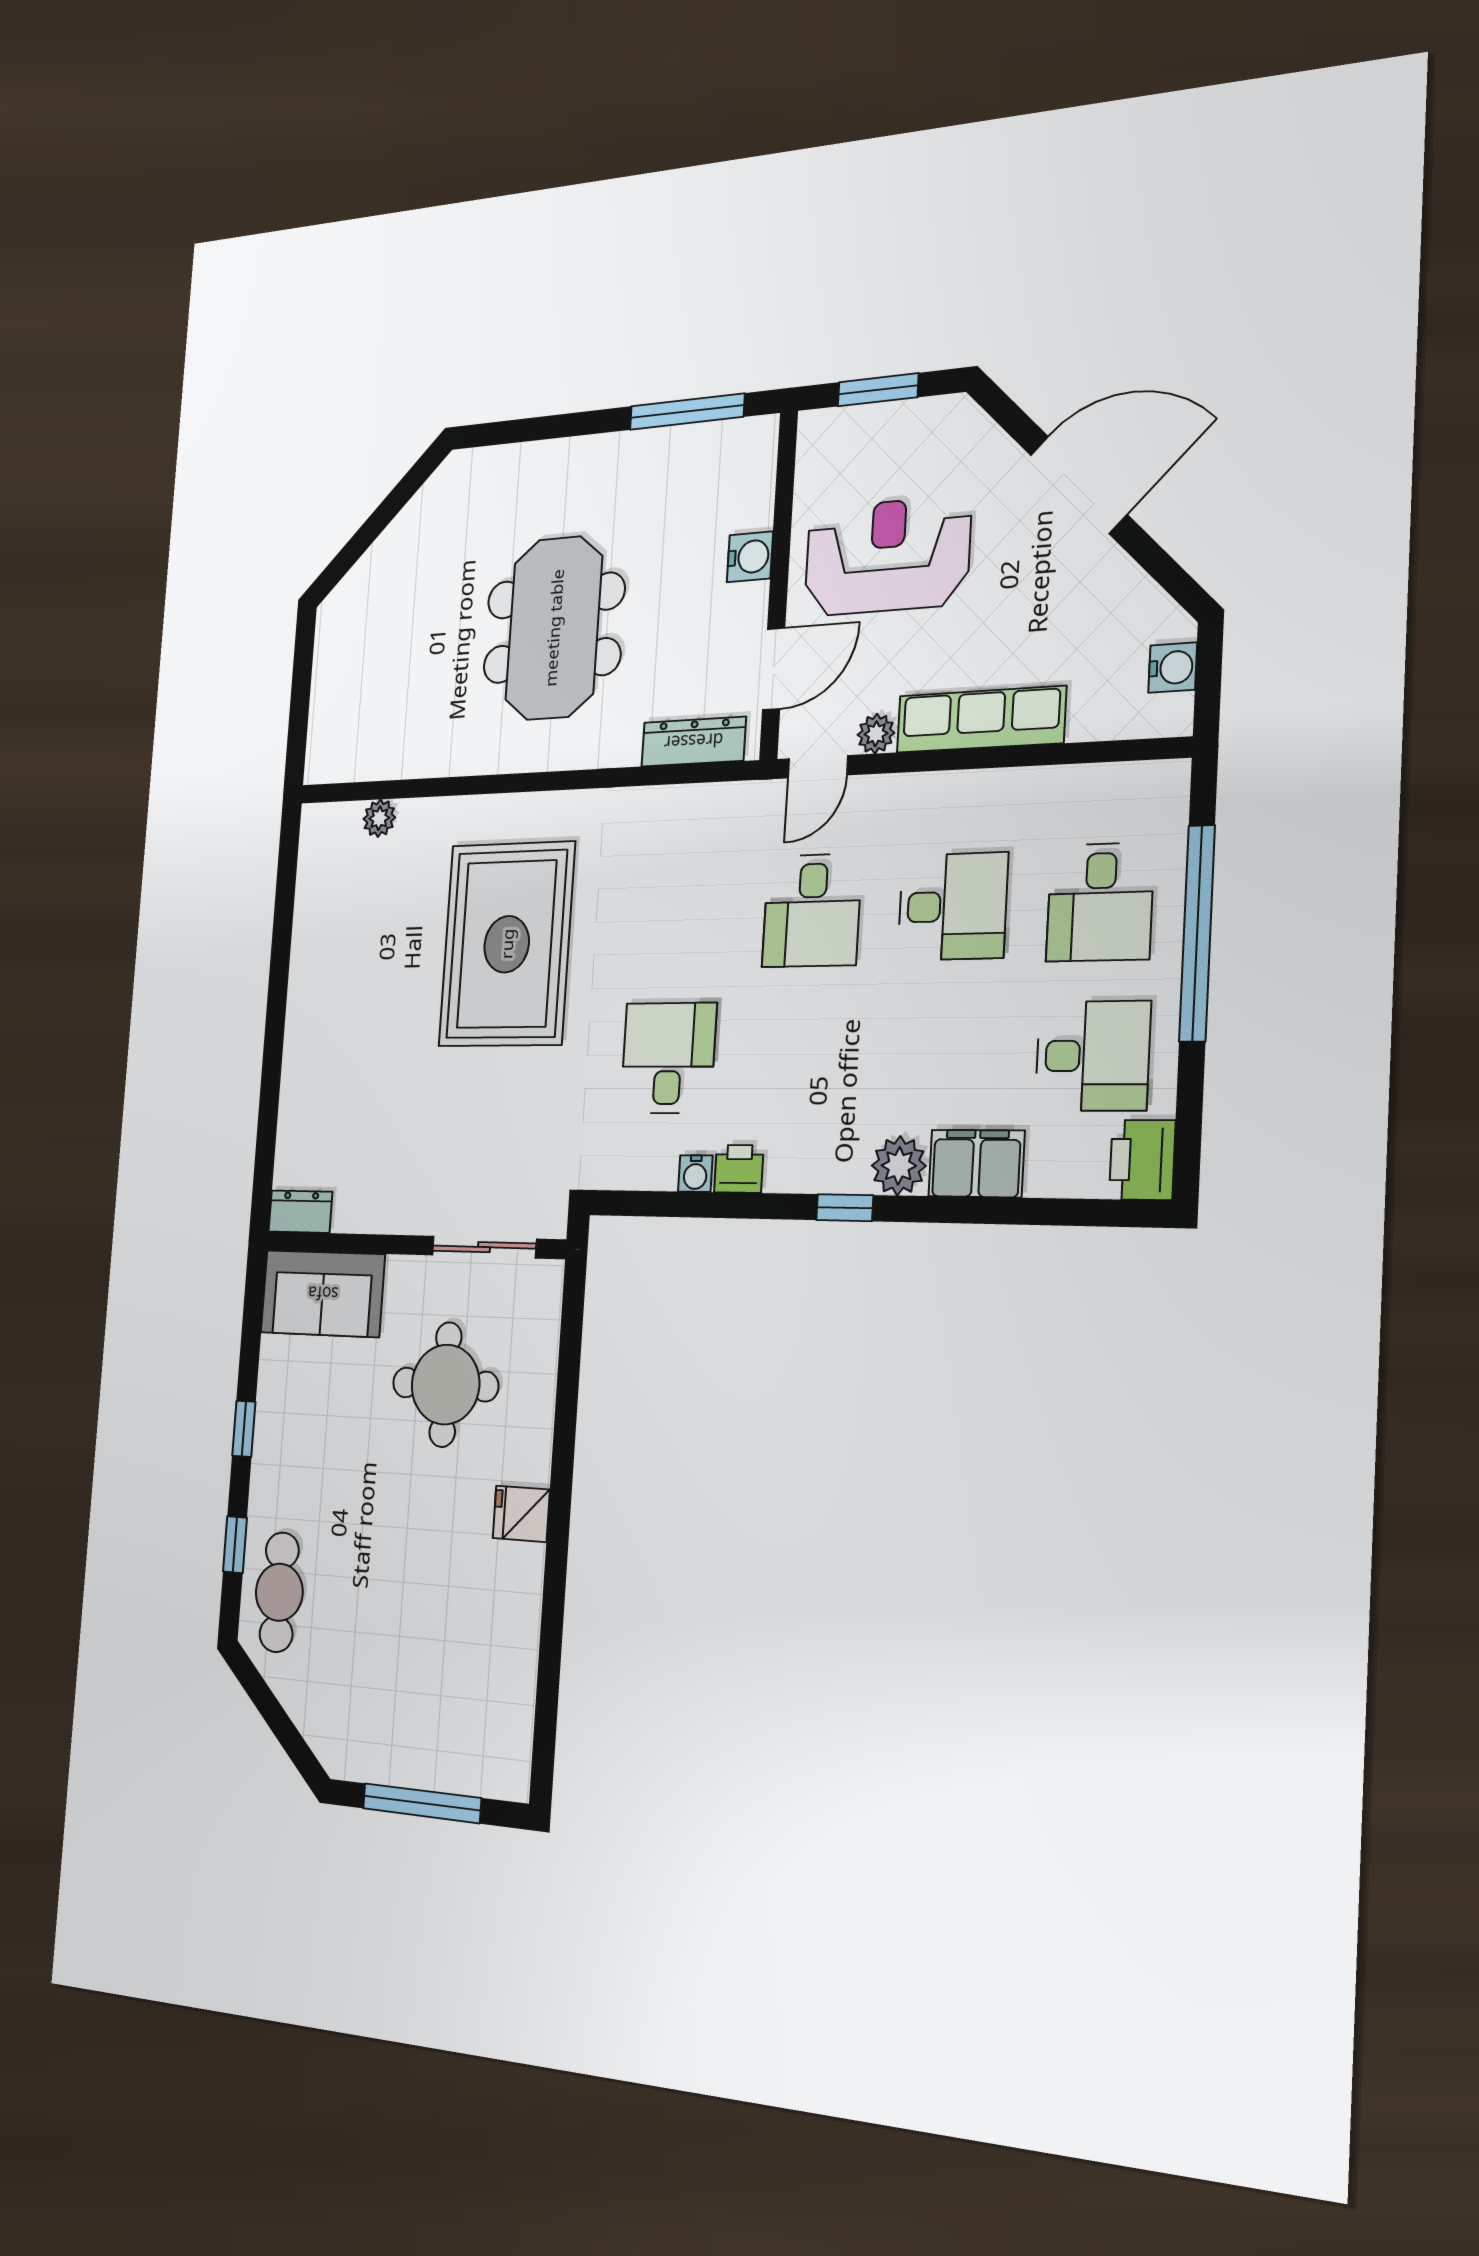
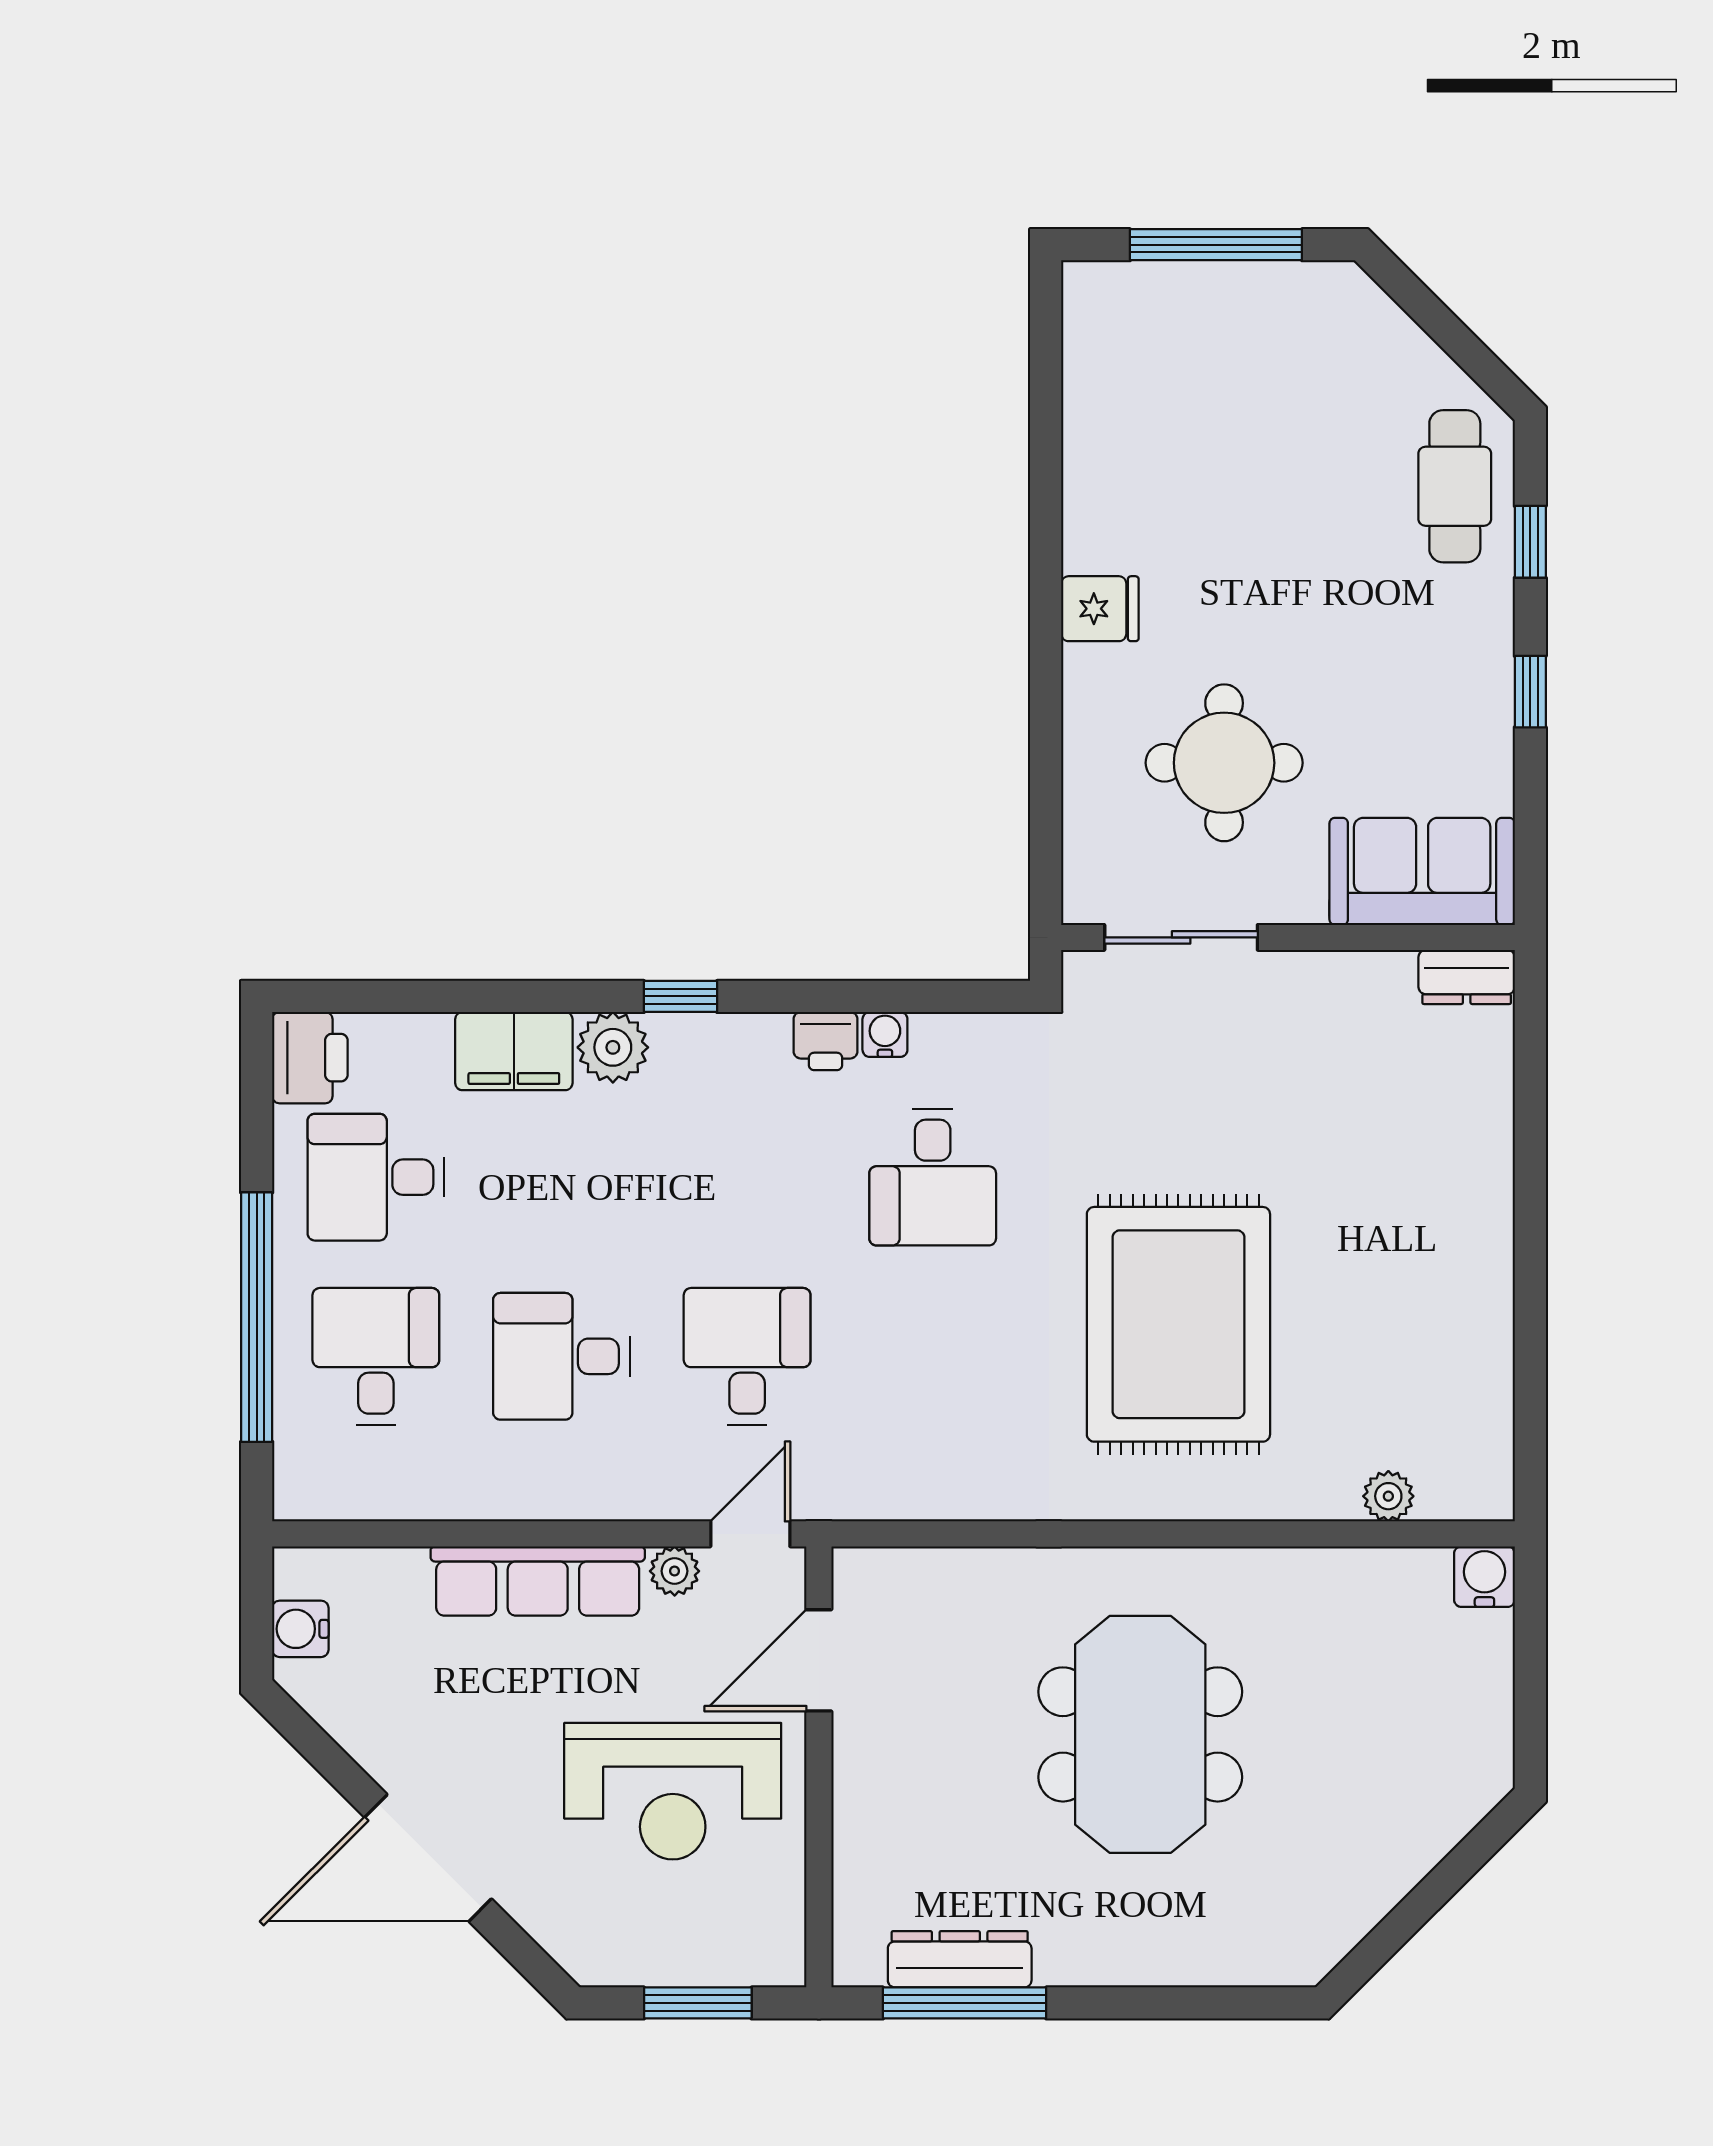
water cooler: (750, 557) -> (1484, 1577), moved, turned 90
dresser: (693, 742) -> (960, 1959), moved, turned 180

